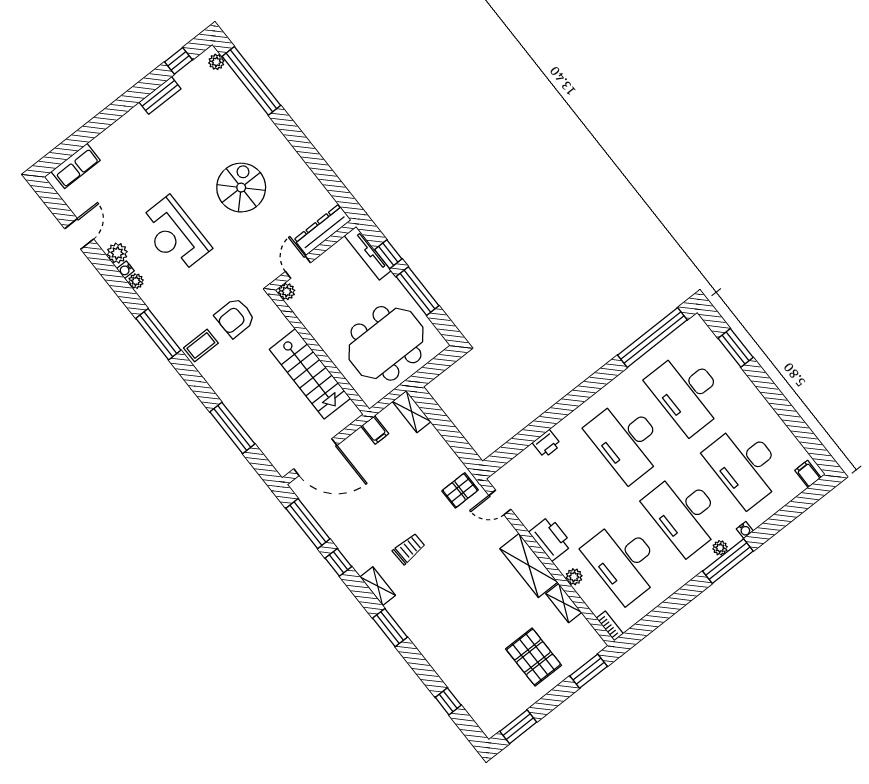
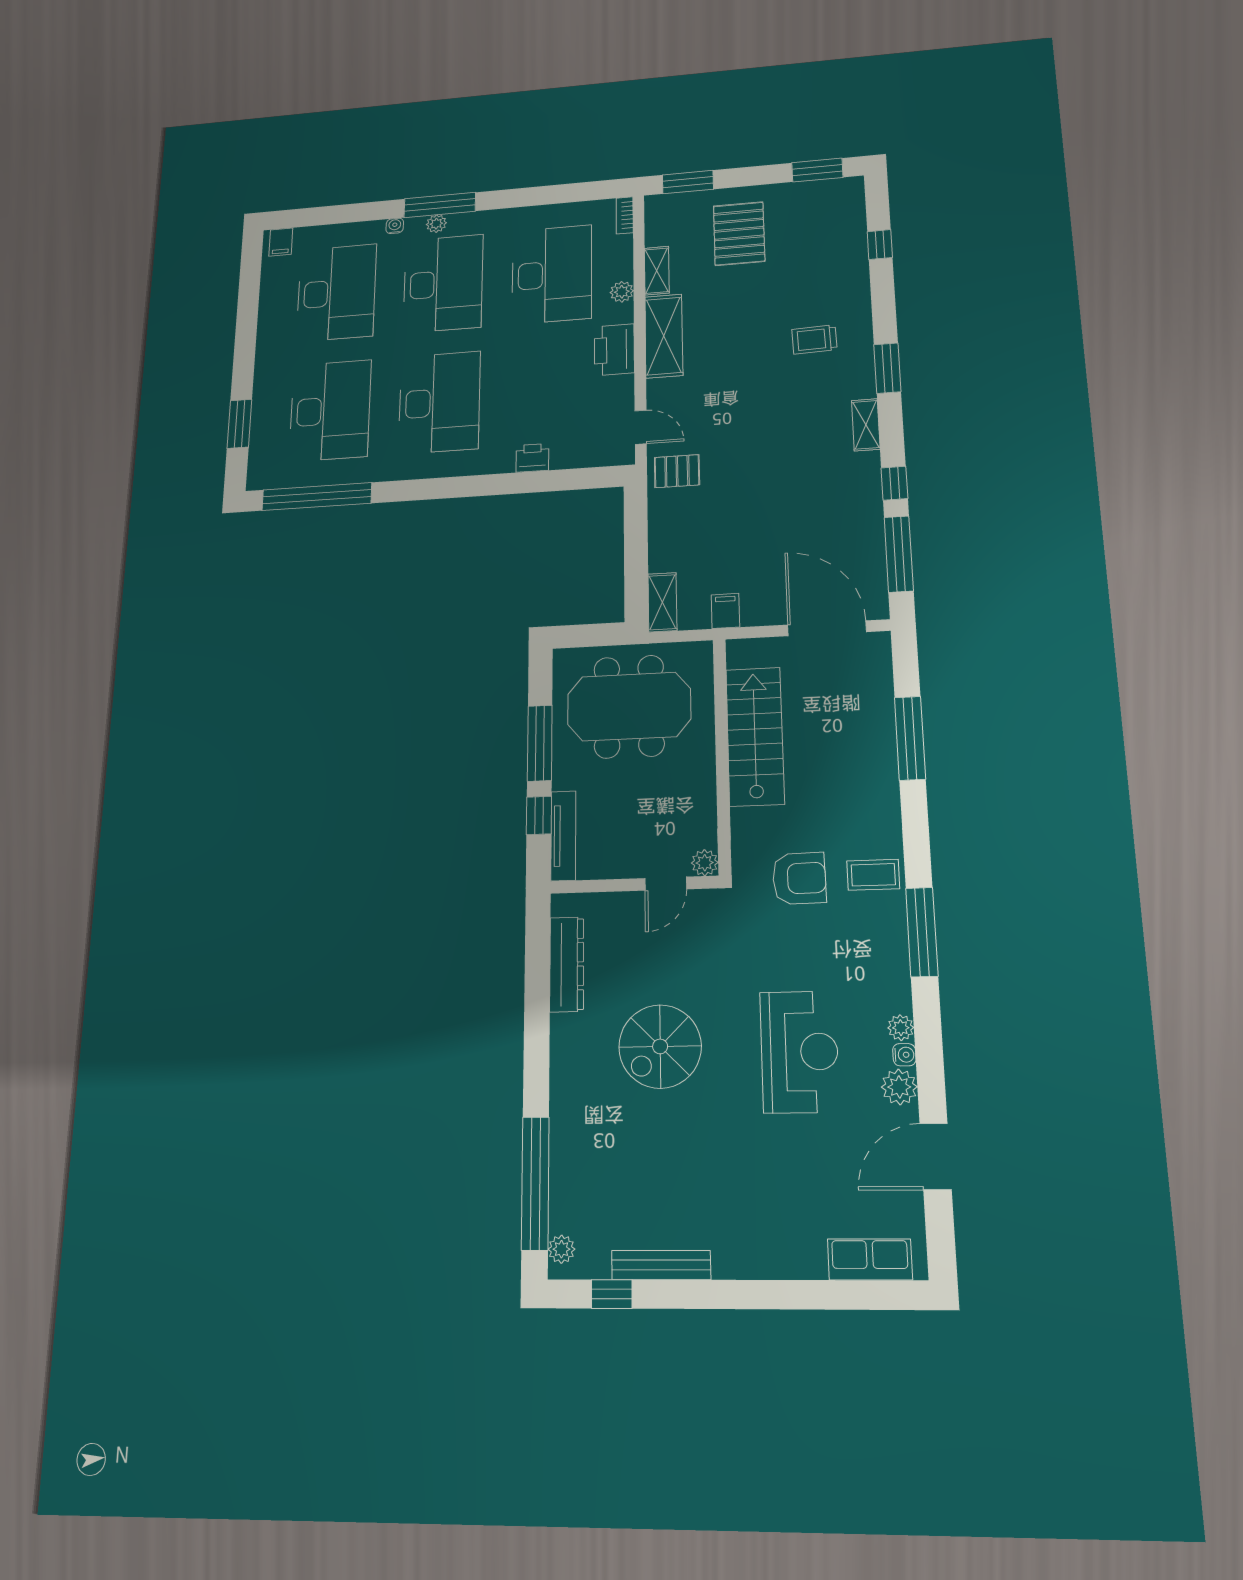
bench: (160, 95) -> (661, 1265), width x1.36
dresser: (323, 230) -> (567, 964), moved, turned -90
door: (79, 234) -> (936, 1156), width x1.38
trolley: (409, 549) -> (814, 339), moved

